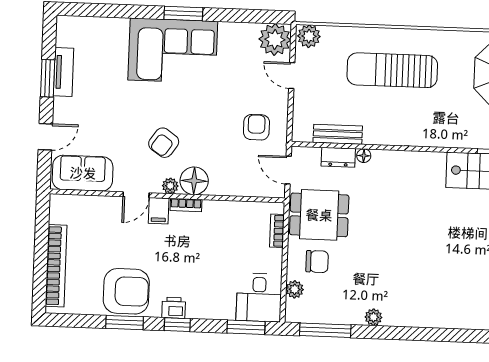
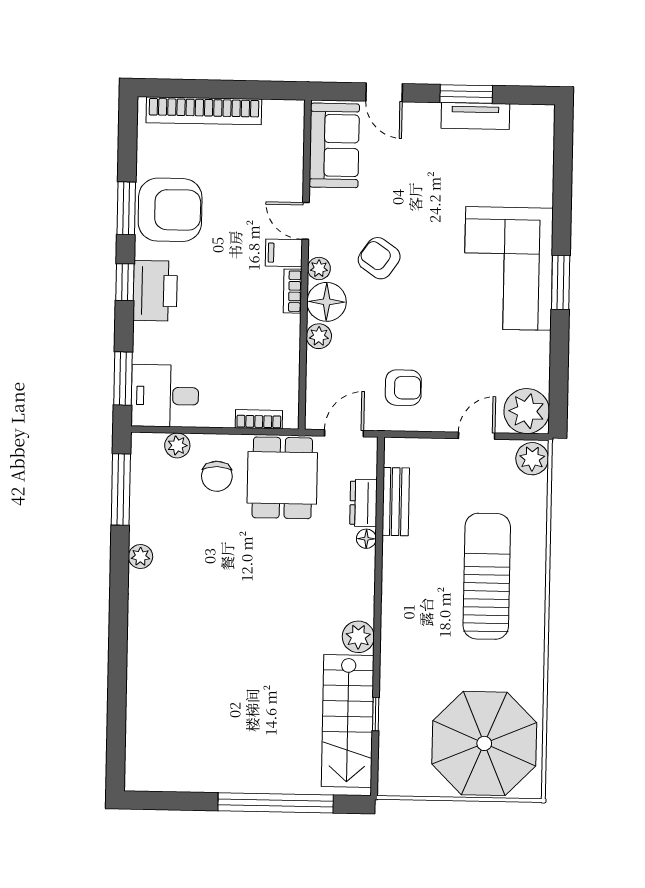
plant: (434, 163) -> (358, 637), added
plant: (219, 187) -> (319, 336), added
armchair: (126, 291) -> (170, 210), turned -90
printer: (174, 308) -> (155, 291), width x1.87, depth x1.48

